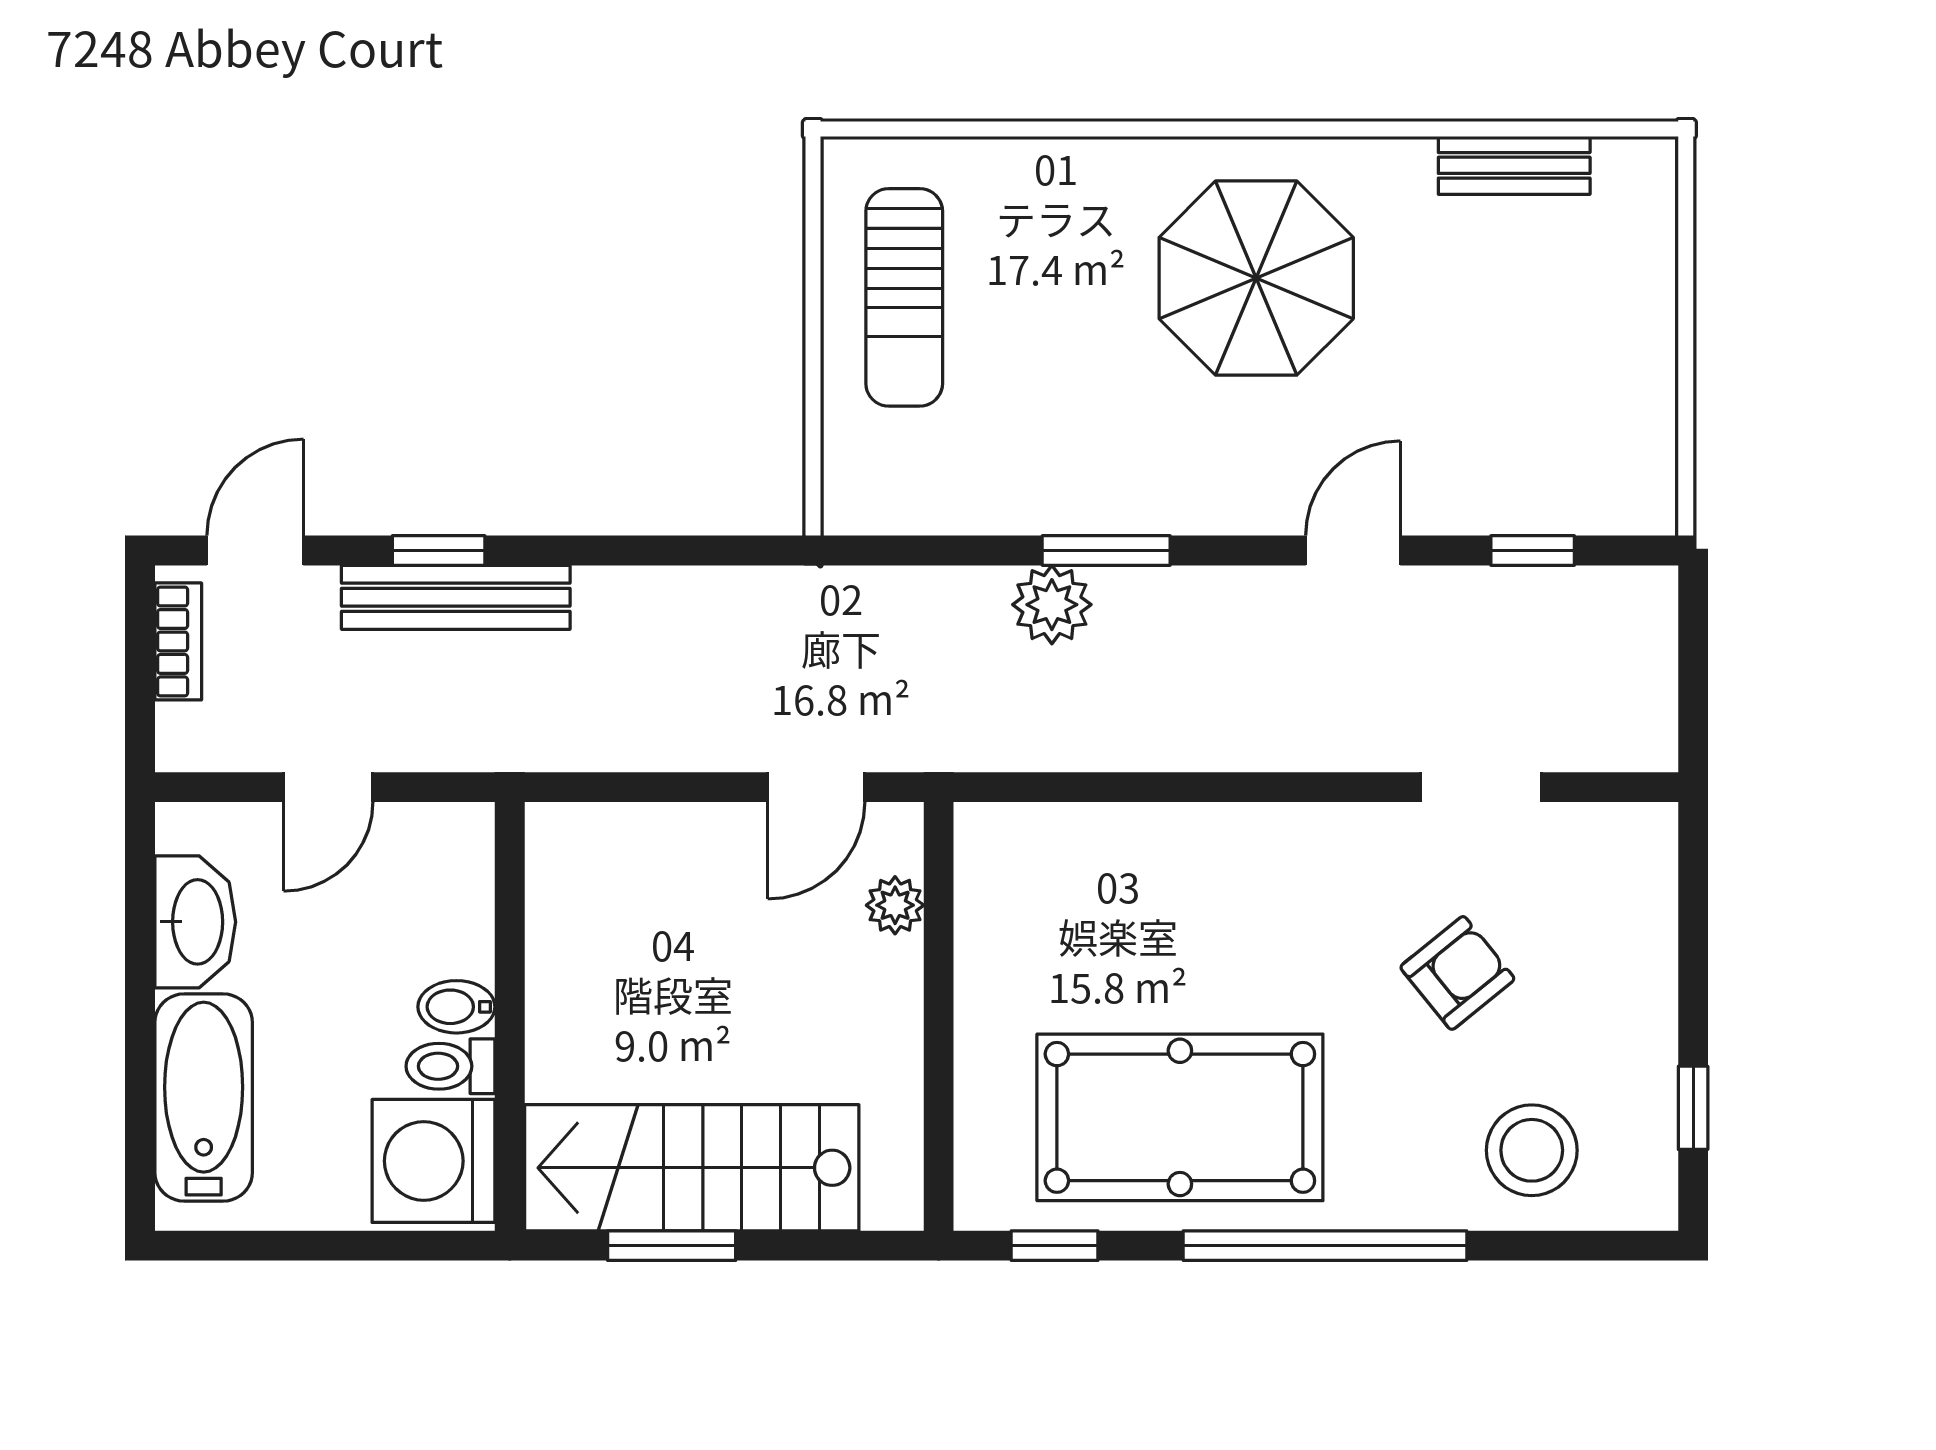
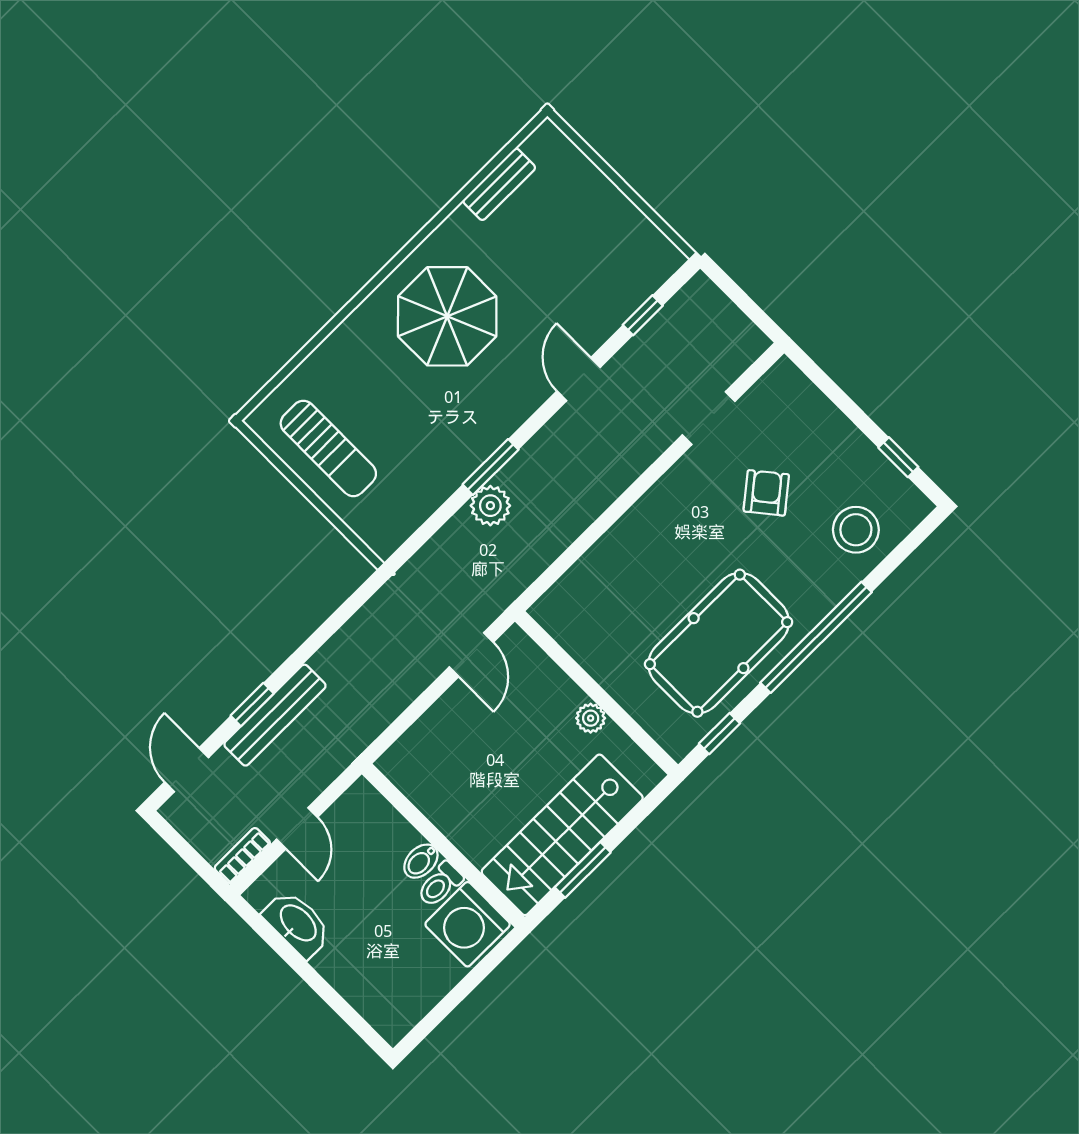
bookcase: (178, 641) -> (242, 856), moved, turned -90
plant: (895, 905) -> (591, 718), moved
bathtub: (204, 1098) -> (363, 983), removed

